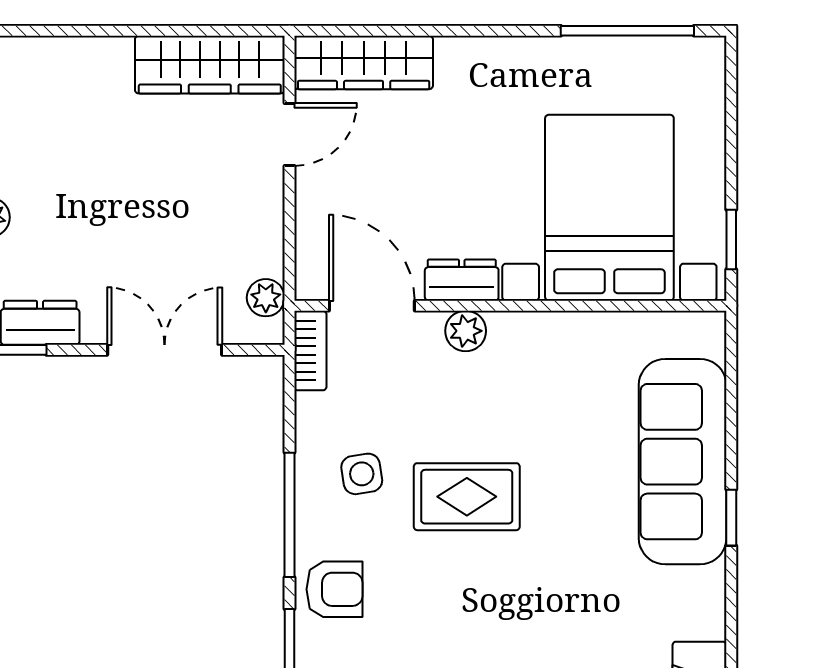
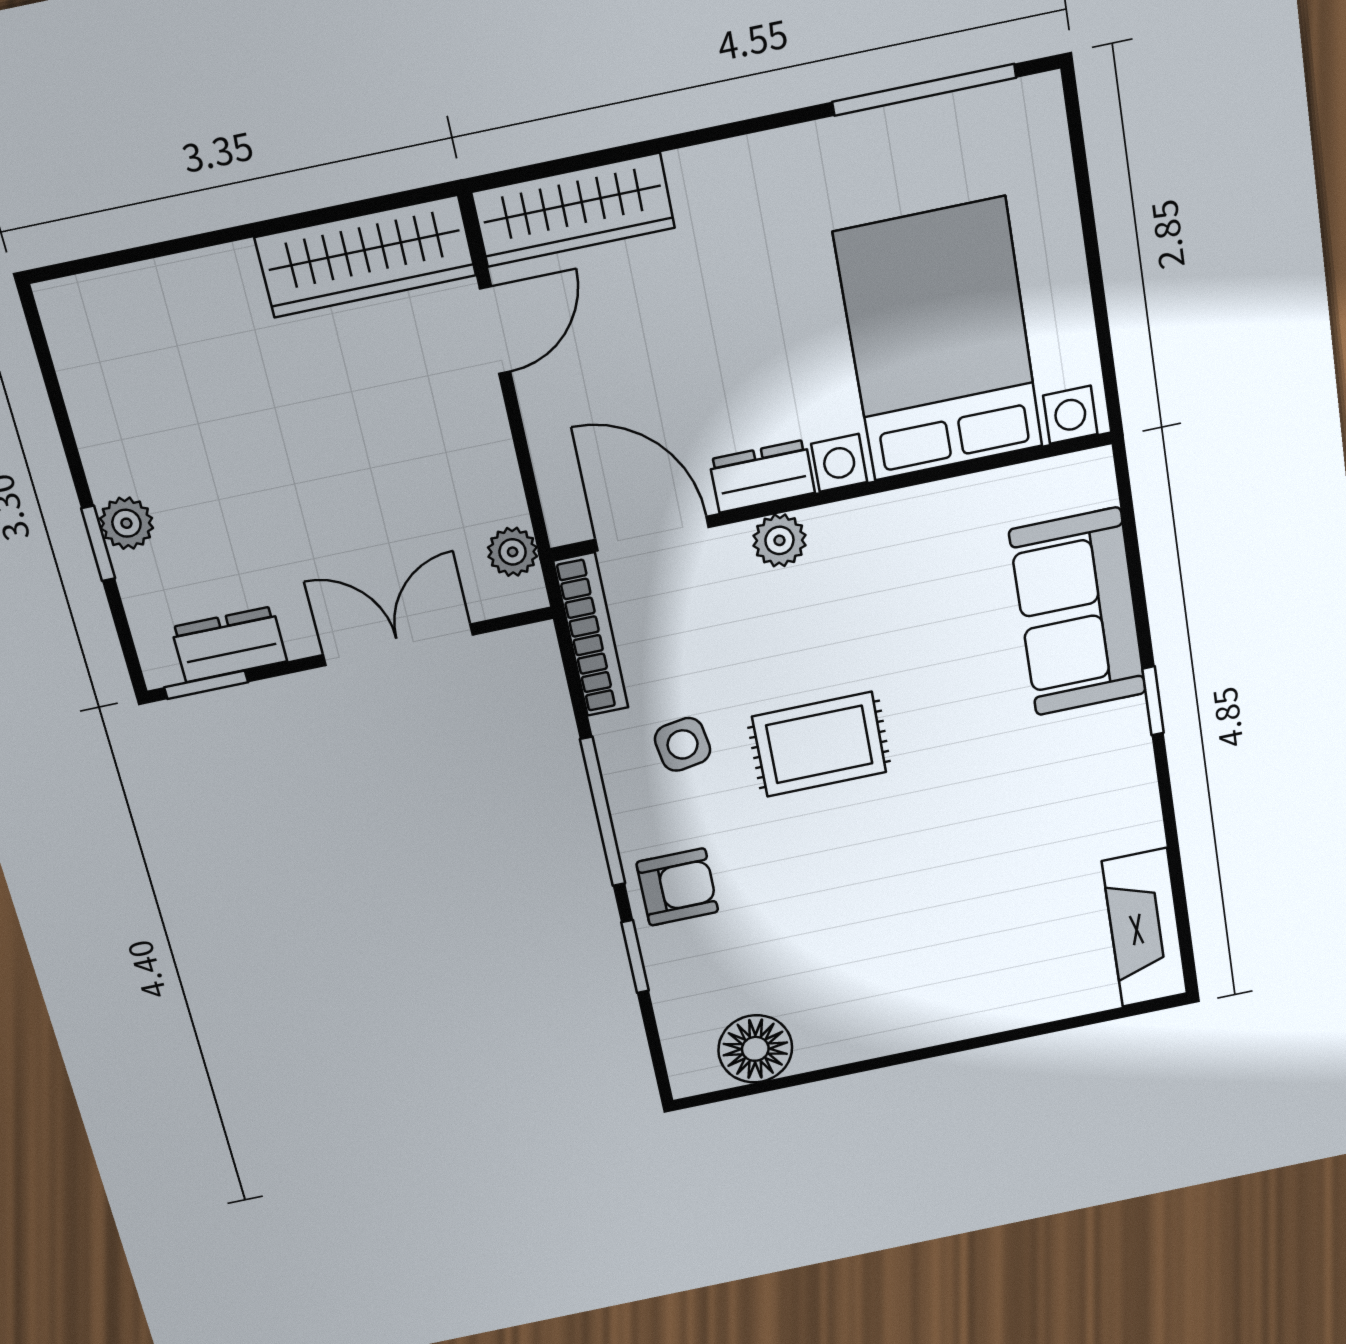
window: (731, 240) -> (1105, 350), removed
bookcase: (310, 351) -> (591, 635), width x1.56
sofa: (683, 462) -> (1078, 612), width x0.73

